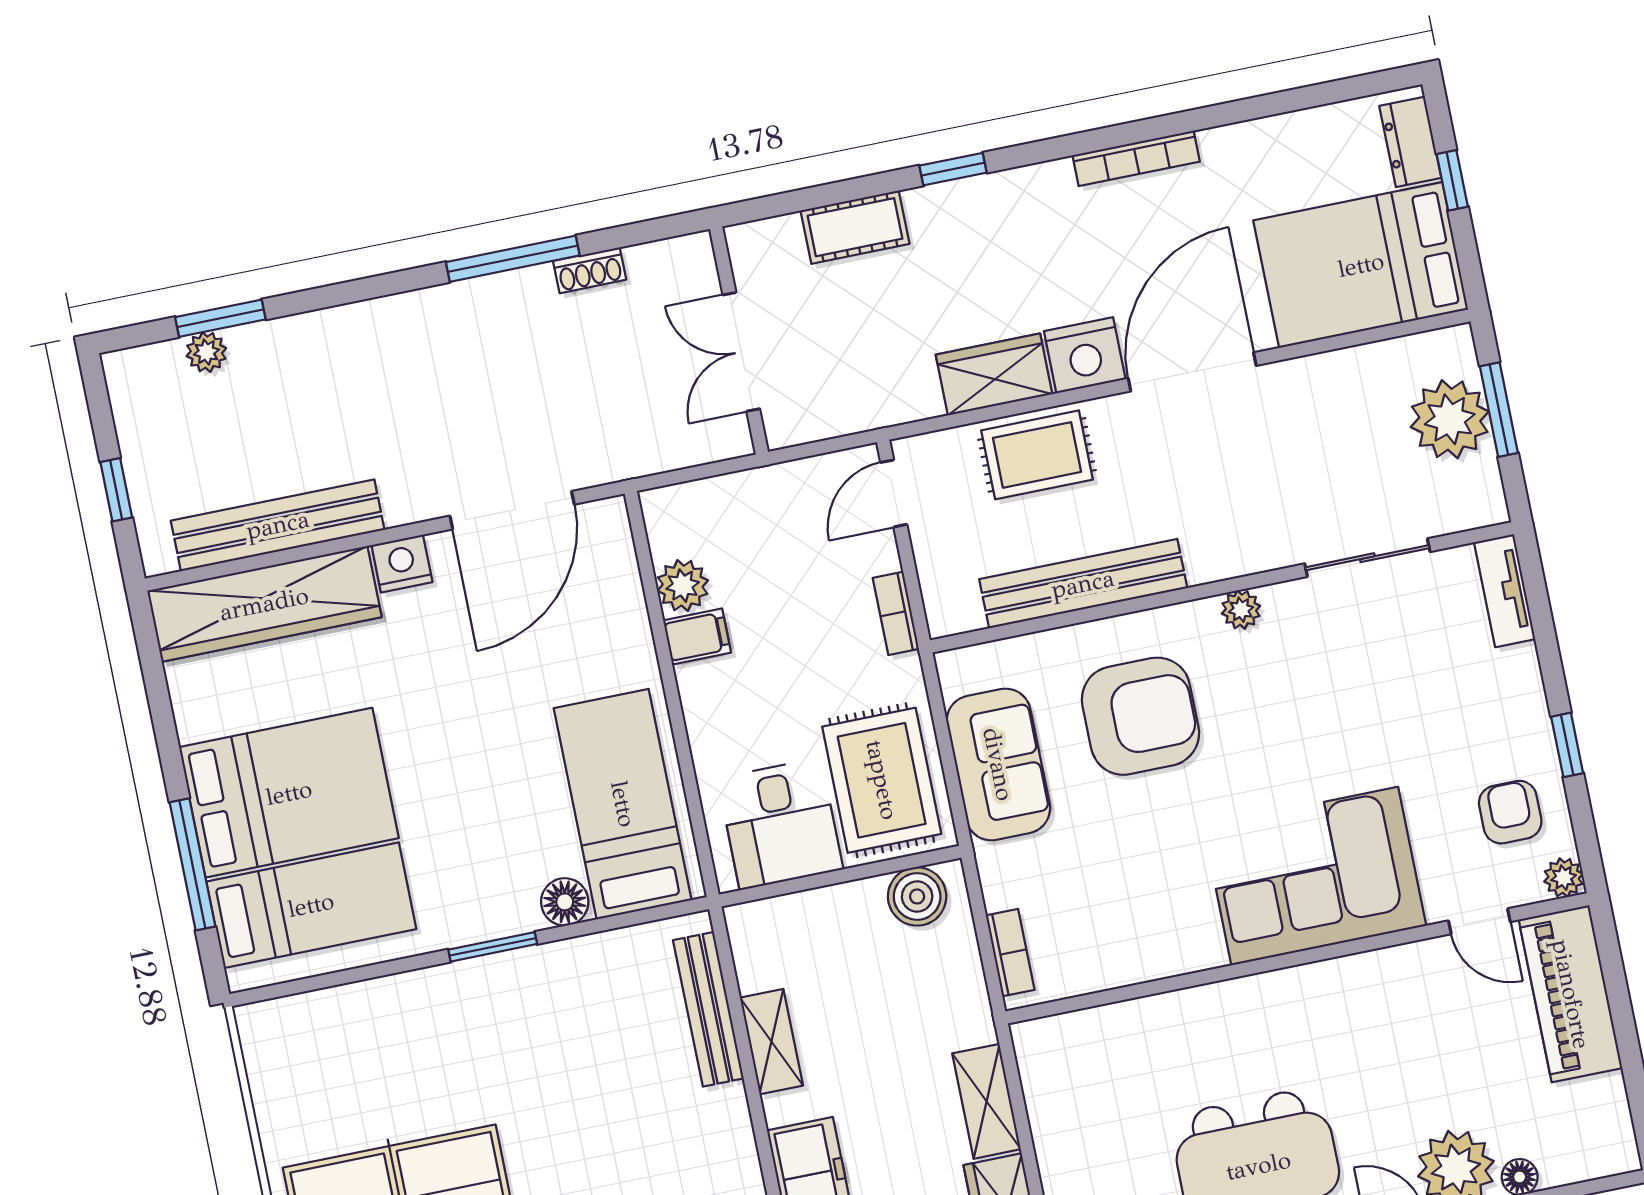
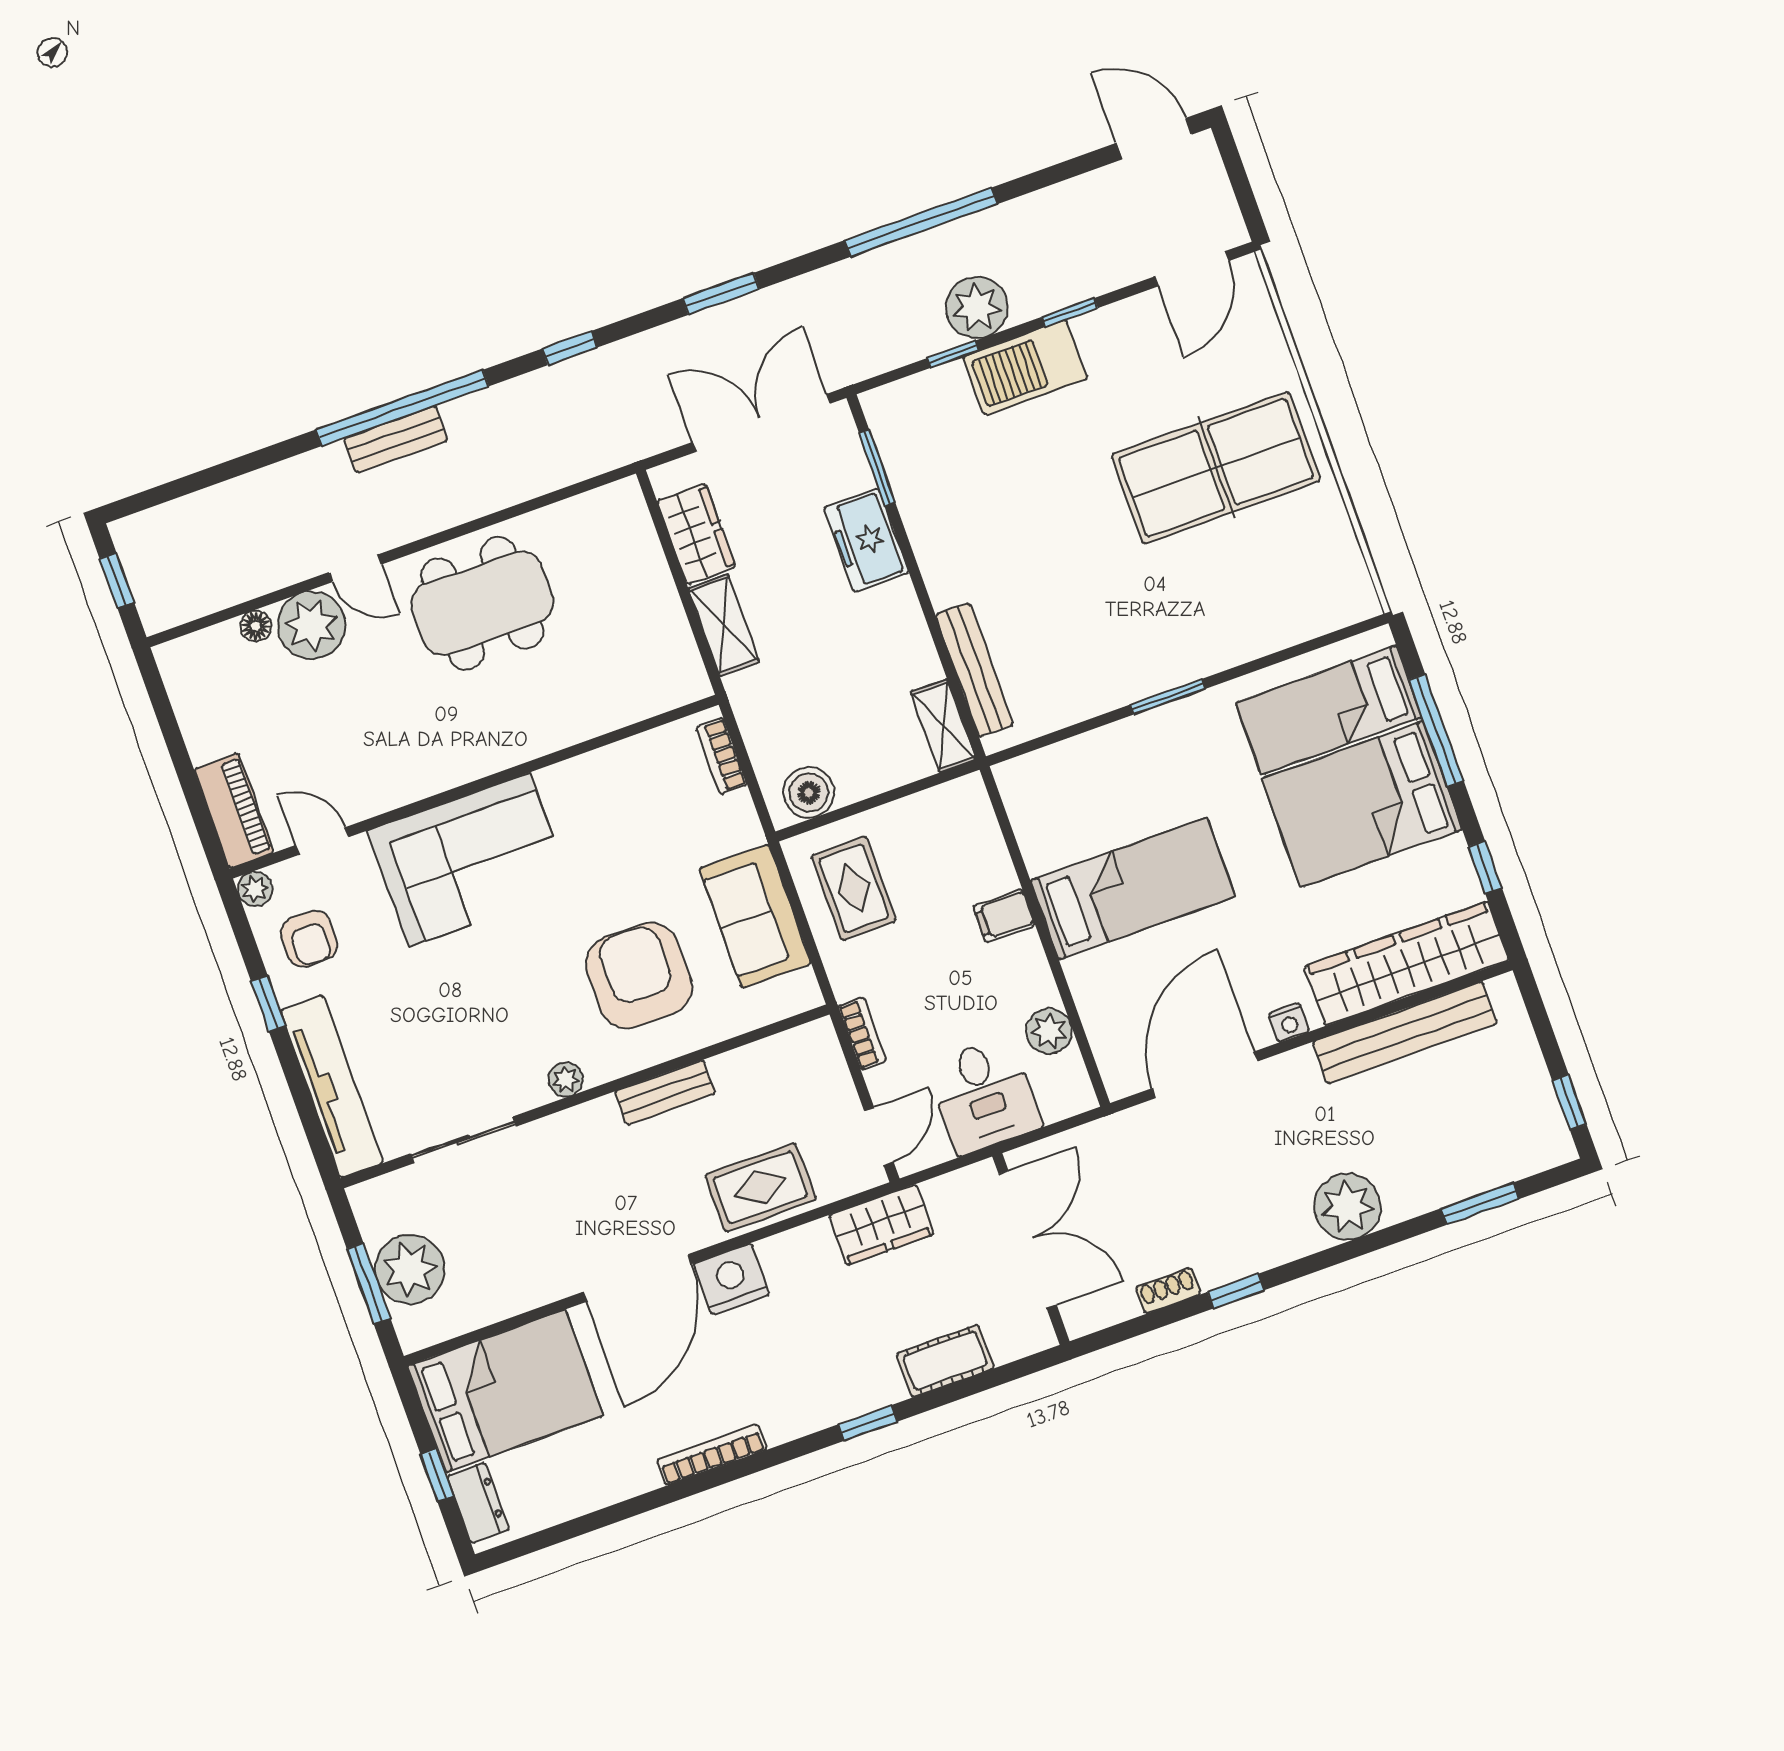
window: (513, 259) -> (1236, 1291), width x0.46
plant: (206, 352) -> (1348, 1207), moved, width x1.87, depth x1.87
double door: (741, 352) -> (1028, 1239), width x1.37
wardrobe: (994, 374) -> (881, 1225), moved
window: (116, 490) -> (1569, 1102), moved
nightstand: (402, 564) -> (1289, 1023), width x0.72, depth x0.74
bench: (1083, 584) -> (665, 1092), width x0.54, depth x0.82
tv unit: (1505, 591) -> (332, 1086), width x1.92, depth x1.29
filing cabinet: (697, 636) -> (1004, 916), moved
window: (159, 701) -> (1485, 867), added
armchair: (1140, 716) -> (639, 975), turned 90
rug: (882, 780) -> (854, 888), width x0.73, depth x0.70
bed: (623, 804) -> (1133, 888), moved, turned -90
desk: (780, 824) -> (984, 1095), moved, turned 180
floor lamp: (565, 902) -> (1111, 744), removed
piano: (1571, 994) -> (234, 811), width x0.73, depth x0.75
shelving: (771, 1042) -> (943, 726), moved

